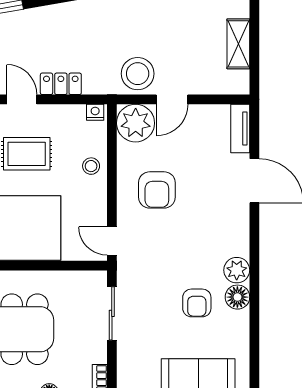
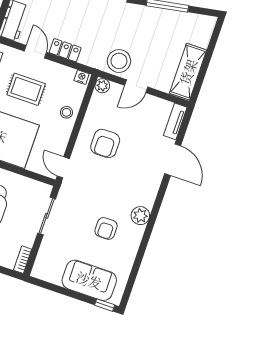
shelving: (238, 44) -> (188, 72), width x1.50, depth x1.33
plant: (136, 123) -> (102, 86), width x0.53, depth x0.53
floor lamp: (237, 297) -> (135, 234), removed

